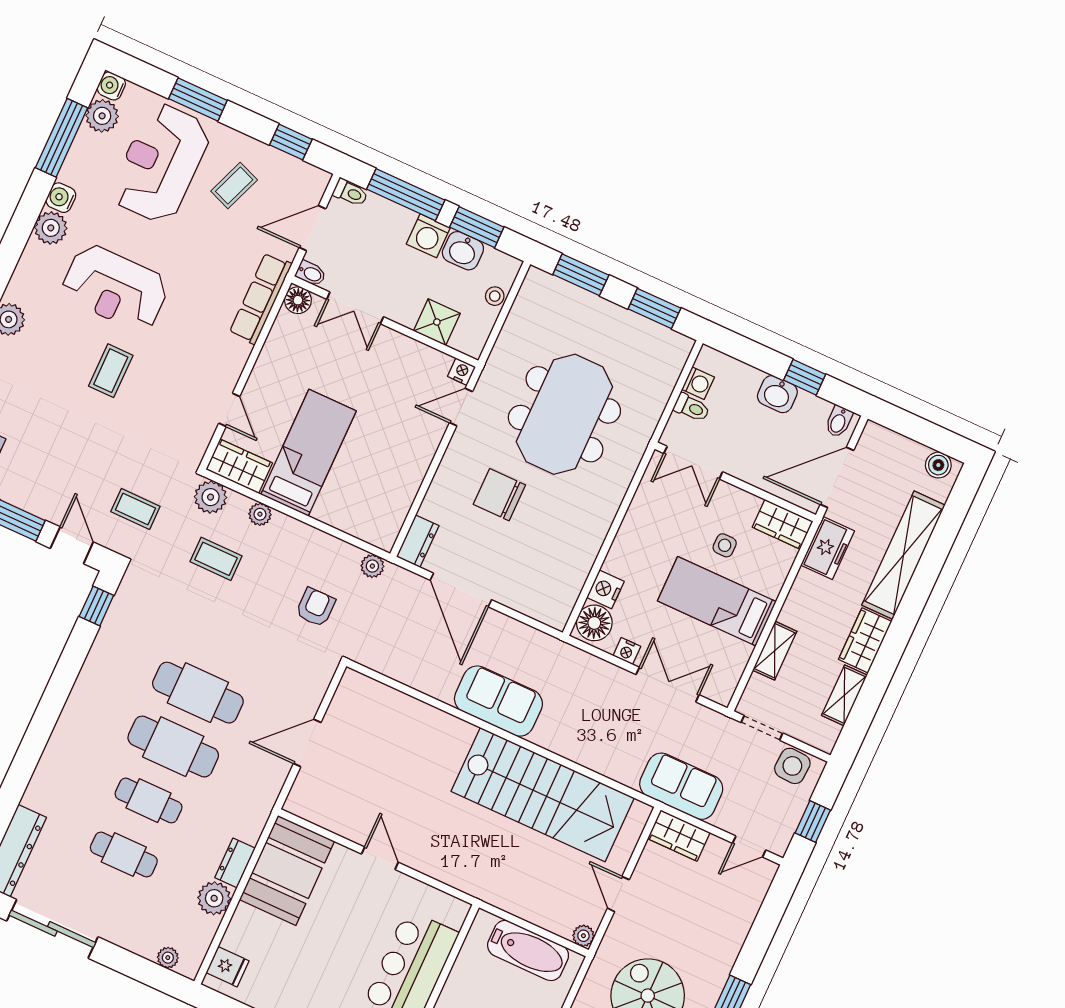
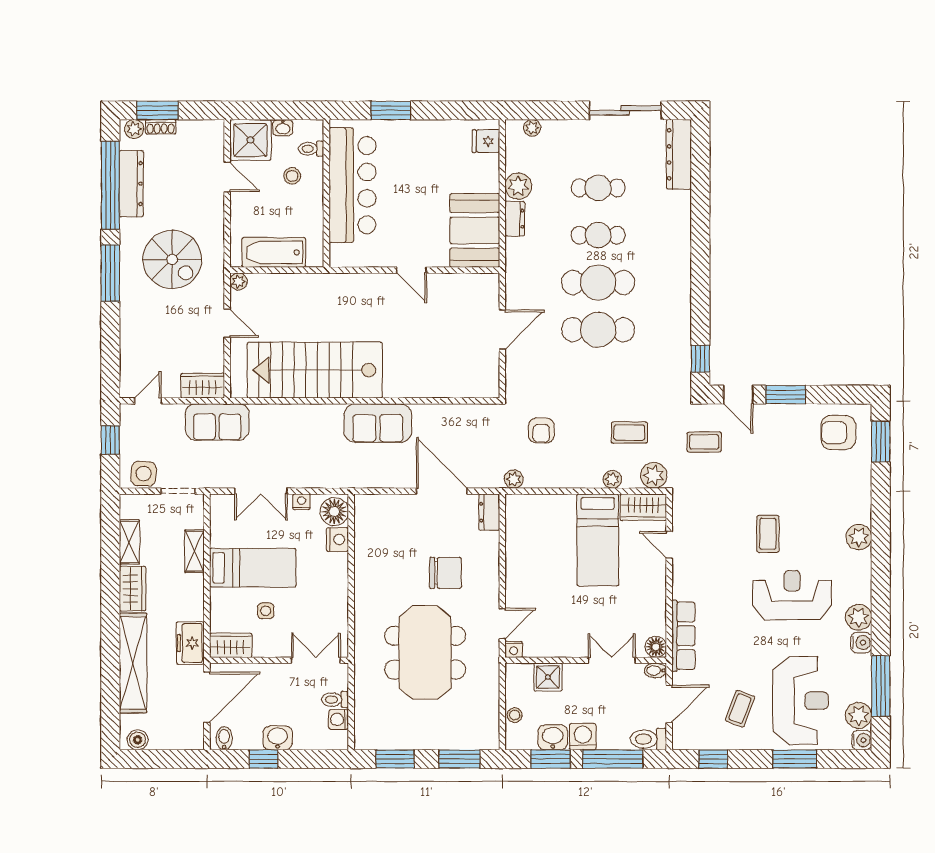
toilet: (350, 193) -> (648, 739), width x1.37, depth x1.39

